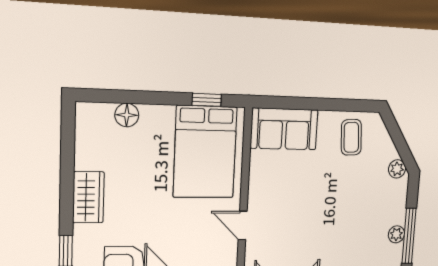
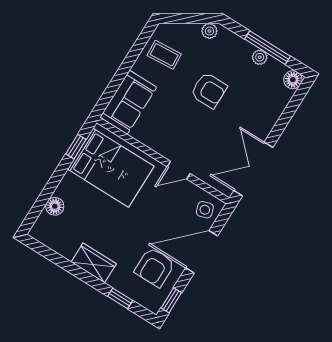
armchair: (340, 205) -> (209, 90), added

